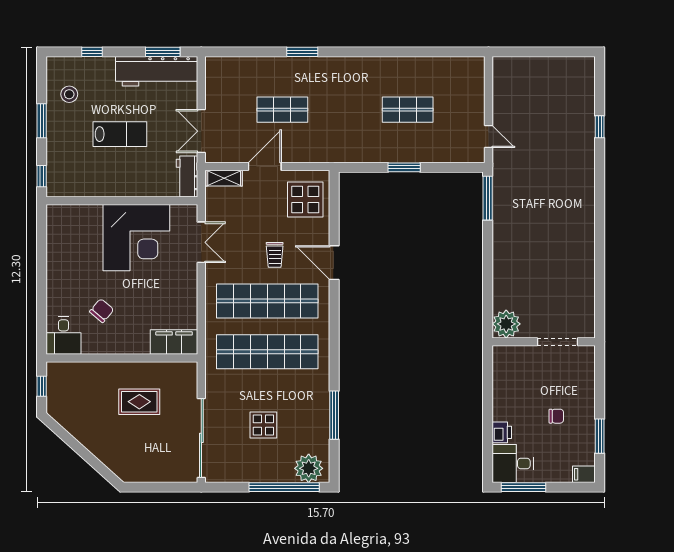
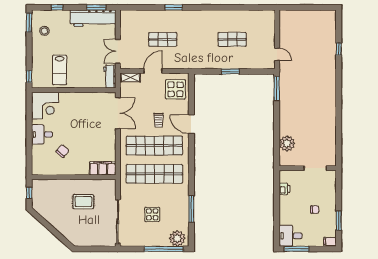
window: (42, 121) -> (29, 23), moved
lab bench: (120, 134) -> (60, 70), moved, turned 90
corner desk: (136, 238) -> (45, 106), moved, width x0.74, depth x0.74
double door: (201, 242) -> (118, 113), width x1.37
plant: (506, 324) -> (287, 143), moved
desk: (63, 336) -> (42, 134), moved, turned 90
printer: (502, 432) -> (284, 189), moved

